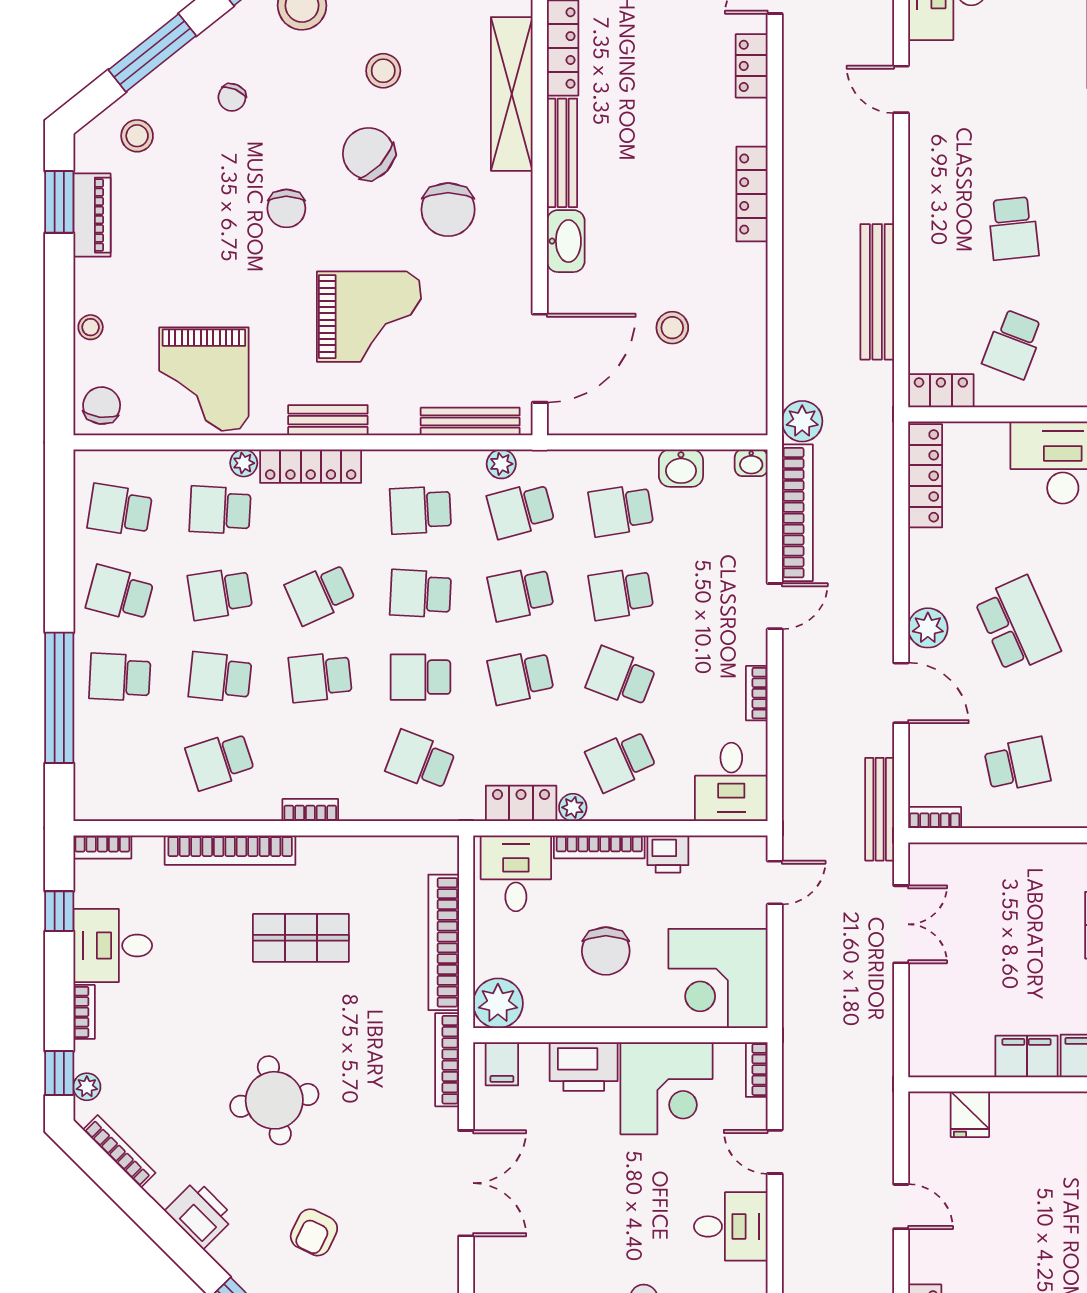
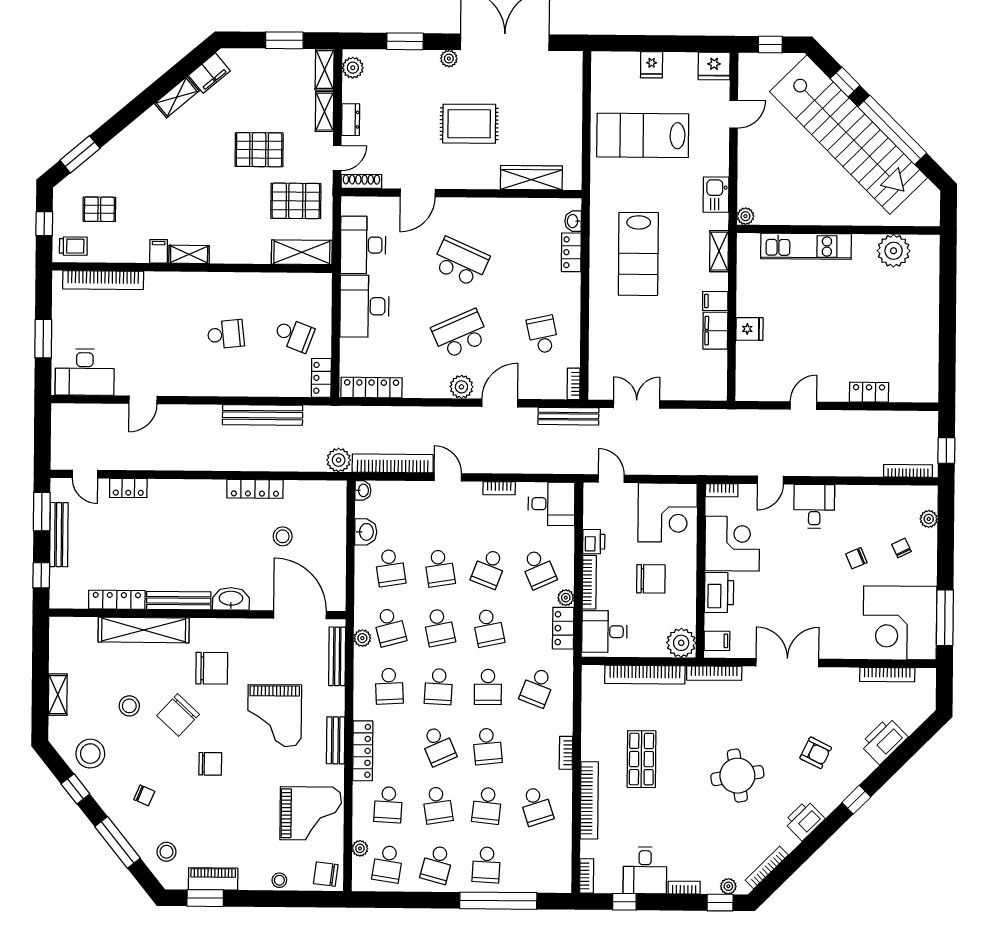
locker: (752, 194) -> (255, 489), moved
grand piano: (369, 317) -> (275, 716), turned 180
plant: (244, 463) -> (360, 848), moved
fridge: (970, 1114) -> (749, 329), moved

